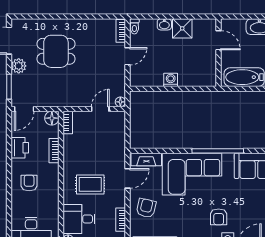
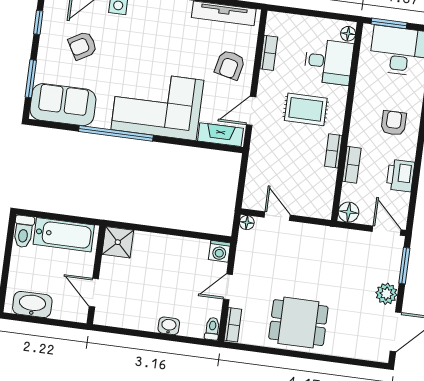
shower: (182, 28) -> (118, 242), moved
dining table: (56, 51) -> (298, 323), moved
washing machine: (171, 80) -> (219, 251), moved
door: (24, 109) -> (387, 231), hinge flipped
door: (100, 109) -> (277, 216), swing flipped
bookcase: (68, 123) -> (333, 151), moved
armchair: (29, 183) -> (394, 123), turned 180
armchair: (219, 217) -> (83, 46), moved, turned -120

